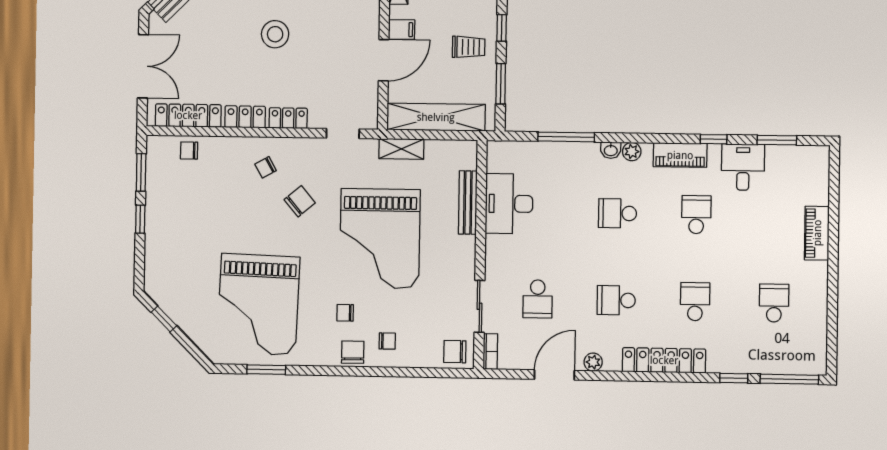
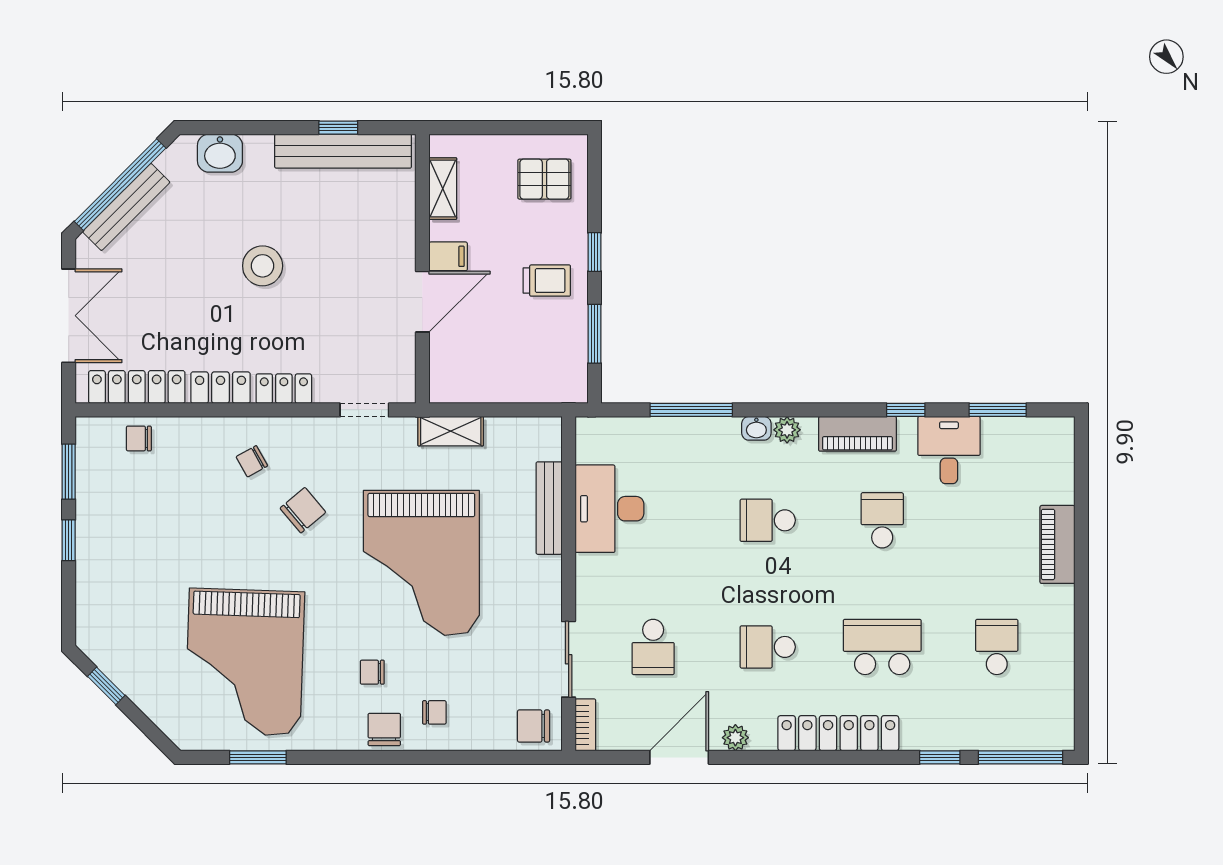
shelving: (436, 117) -> (501, 384), removed
school desk: (695, 302) -> (882, 647), width x1.85

